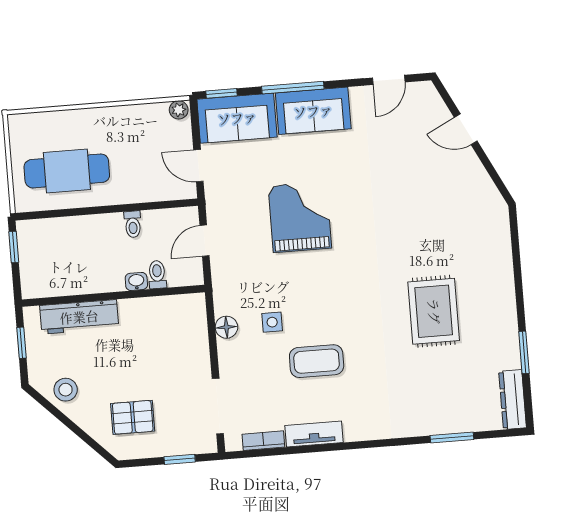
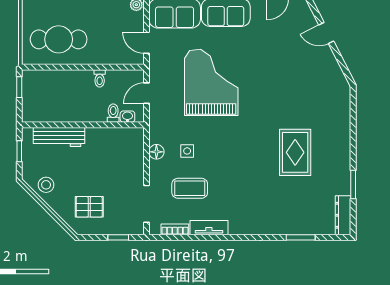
grand piano: (300, 217) -> (211, 82), width x1.37, depth x1.48
washbasin: (136, 281) -> (127, 117), moved
coffee table: (317, 361) -> (190, 188), moved

